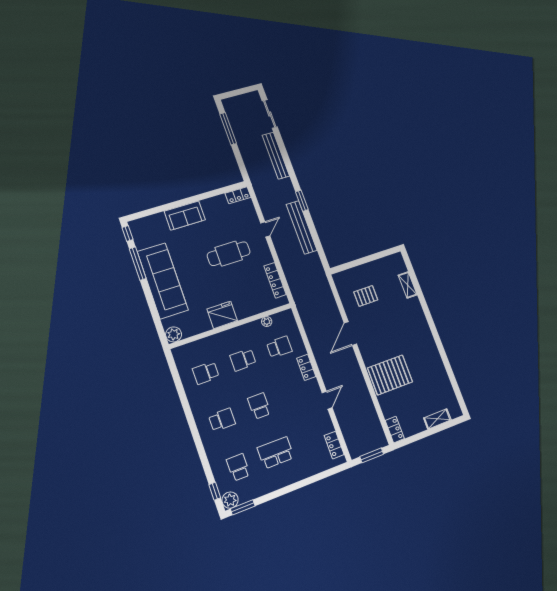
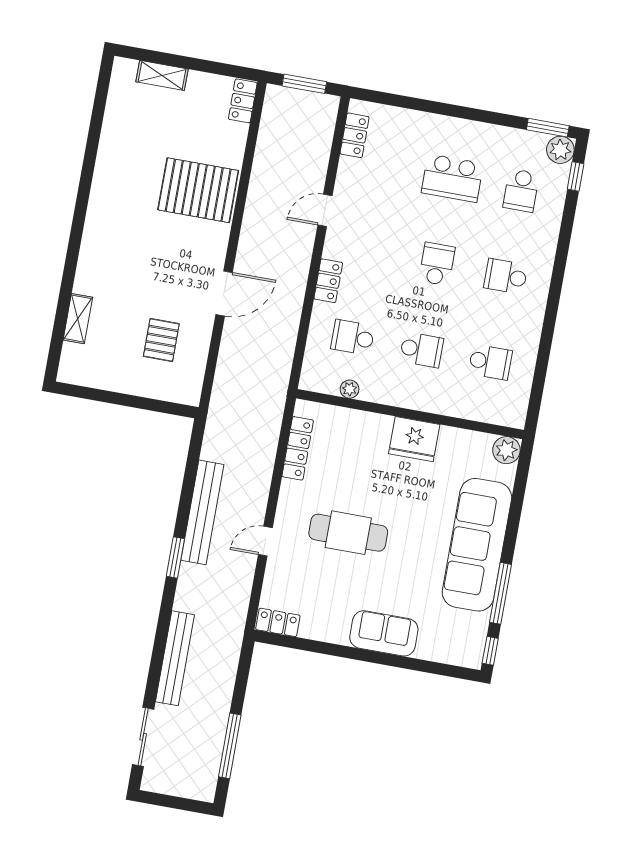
pallet: (366, 296) -> (161, 340), turned 90
school desk: (259, 406) -> (437, 264), turned 180

